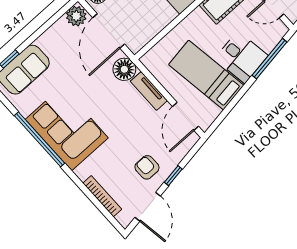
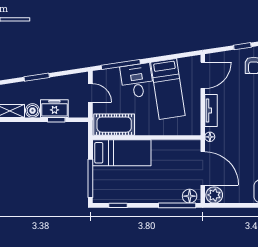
door: (109, 31) -> (203, 168), hinge flipped
floor lamp: (124, 69) -> (210, 137), width x0.53, depth x0.53

